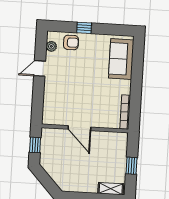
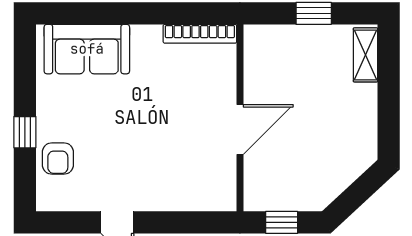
armchair: (71, 42) -> (58, 159), turned 180
plant: (51, 46) -> (69, 200), removed

